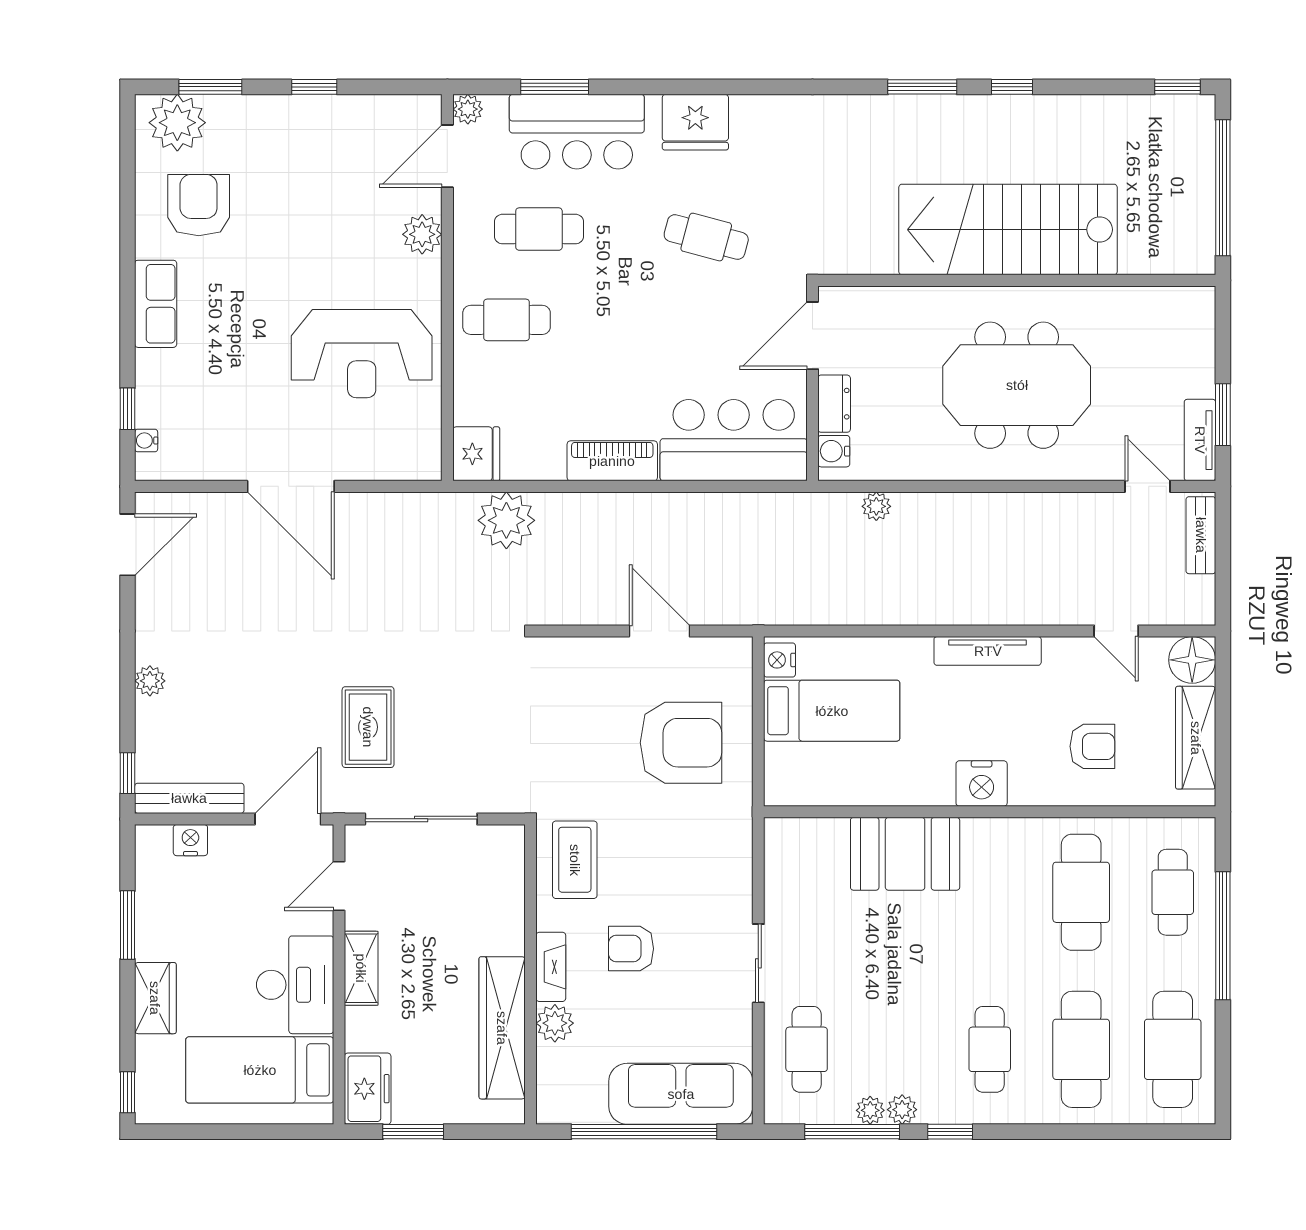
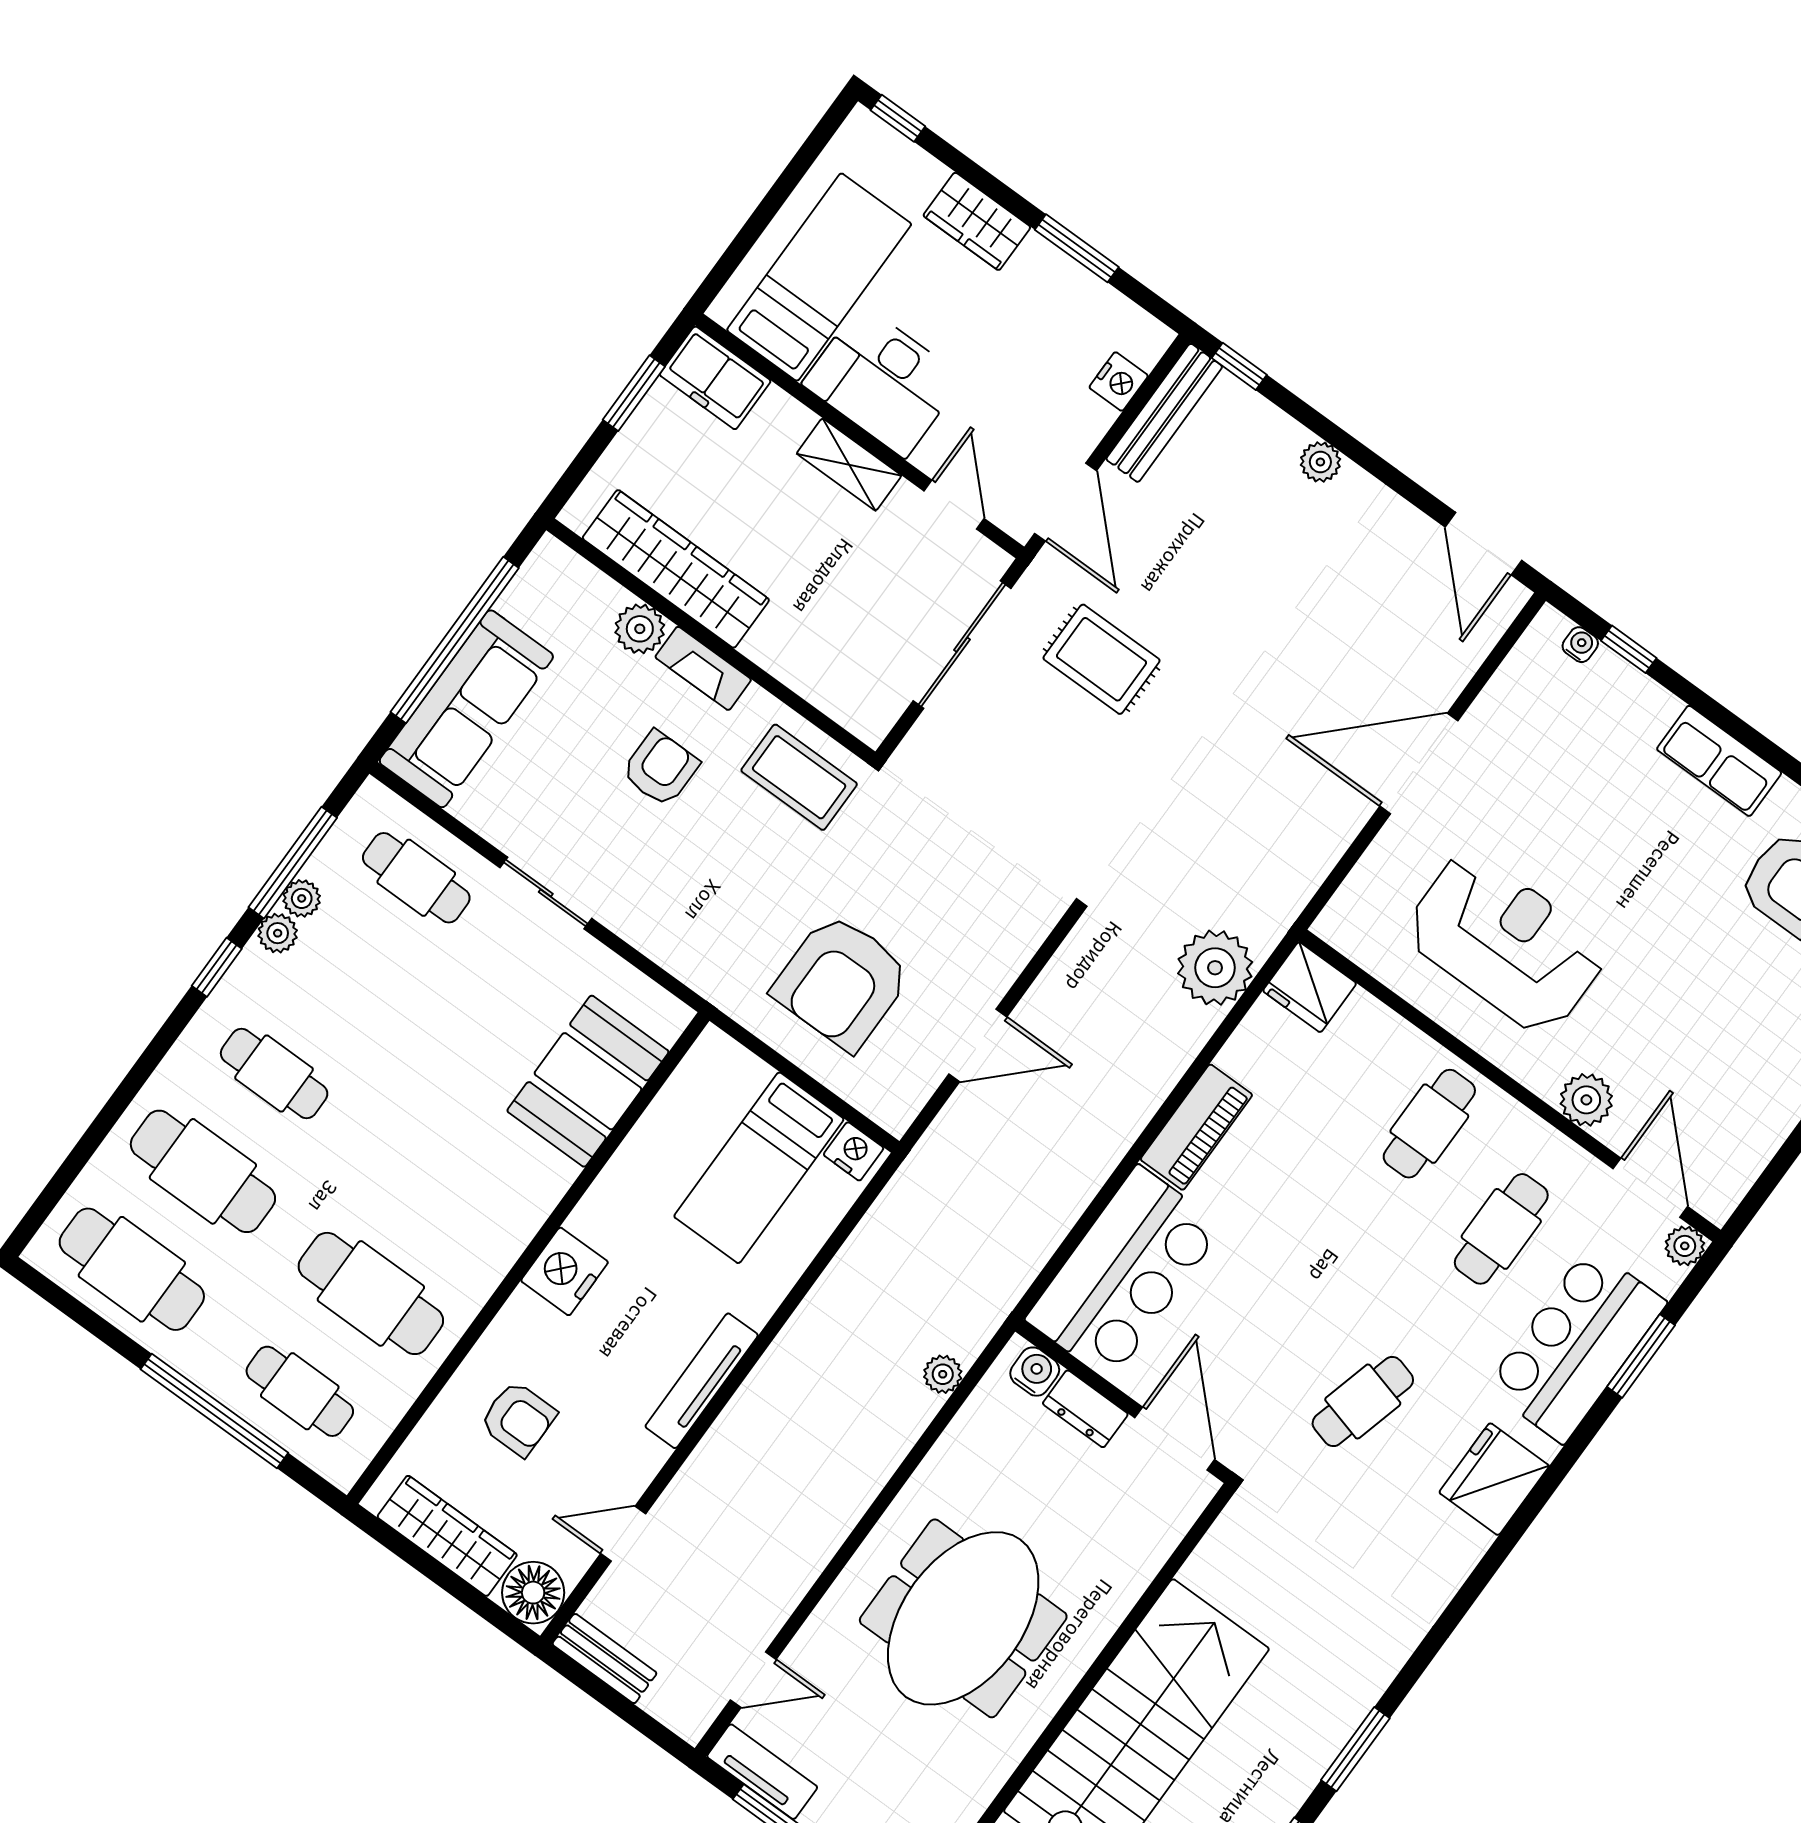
reception desk: (362, 354) -> (1506, 943), turned 90
bench: (1201, 535) -> (604, 1659), moved
armchair: (1092, 746) -> (518, 1419), turned -90
booth: (905, 854) -> (588, 1081), moved

